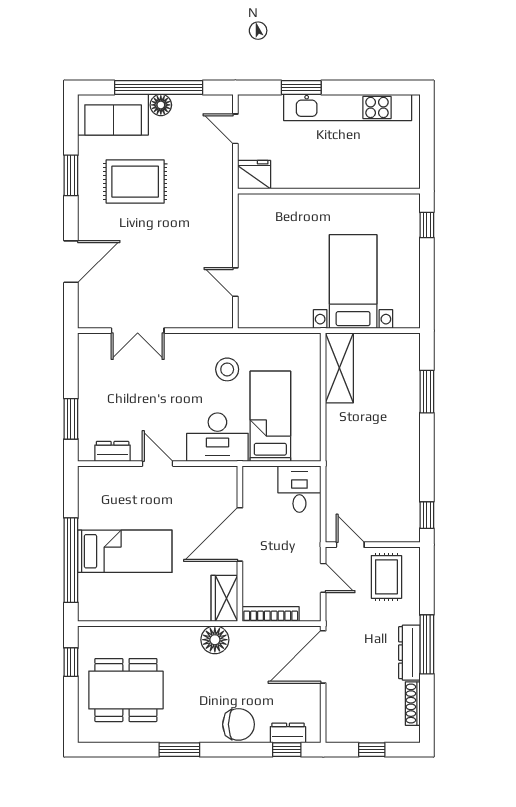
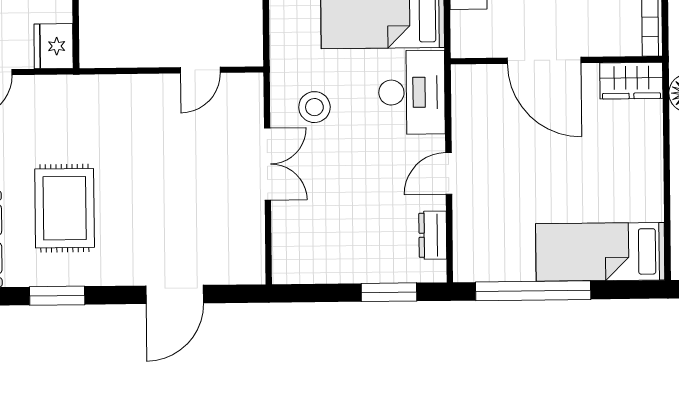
door: (71, 262) -> (175, 294), swing flipped
double door: (138, 331) -> (268, 164), moved
stool: (227, 369) -> (314, 107), moved
bed: (125, 551) -> (600, 252), moved, turned -90
window: (71, 560) -> (533, 291), moved

